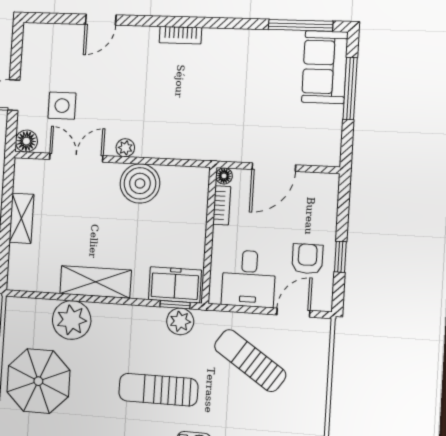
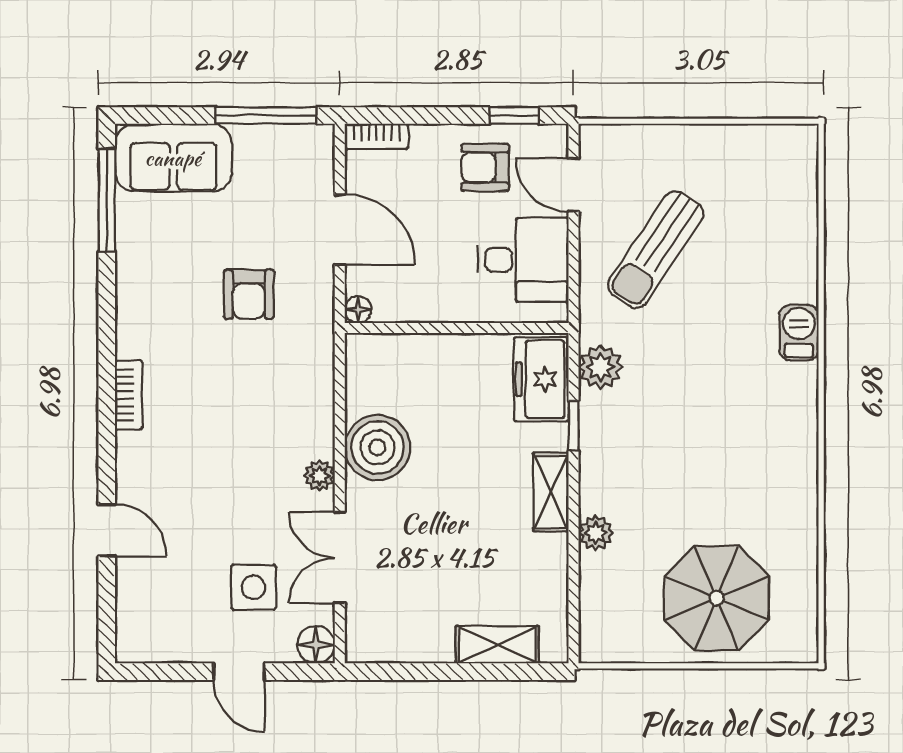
window: (350, 88) -> (266, 115), moved
armchair: (237, 110) -> (249, 294), added
bookcase: (222, 205) -> (376, 136), moved, turned 180
shelving: (21, 218) -> (497, 645), moved
window: (340, 257) -> (514, 115), moved
shelving: (96, 282) -> (551, 492), width x0.67, depth x0.75
window: (175, 305) -> (573, 426), moved
plant: (72, 320) -> (596, 533), width x0.53, depth x0.53
sun lounger: (158, 390) -> (715, 396), removed

